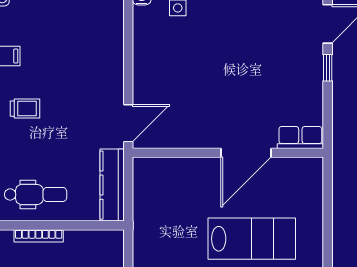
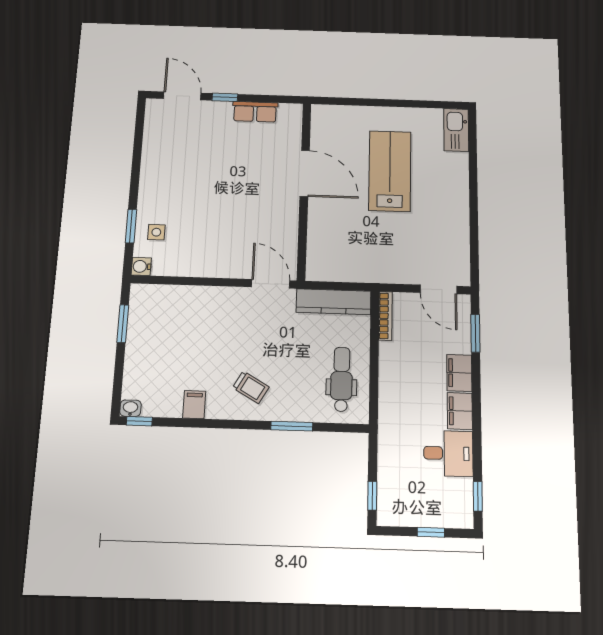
trolley: (25, 109) -> (251, 387), turned 120
row of seats: (300, 137) -> (255, 112), moved, turned -90
bookcase: (39, 236) -> (385, 316), moved

